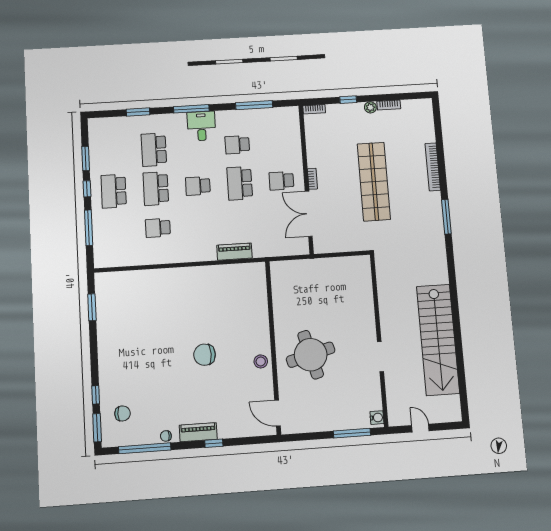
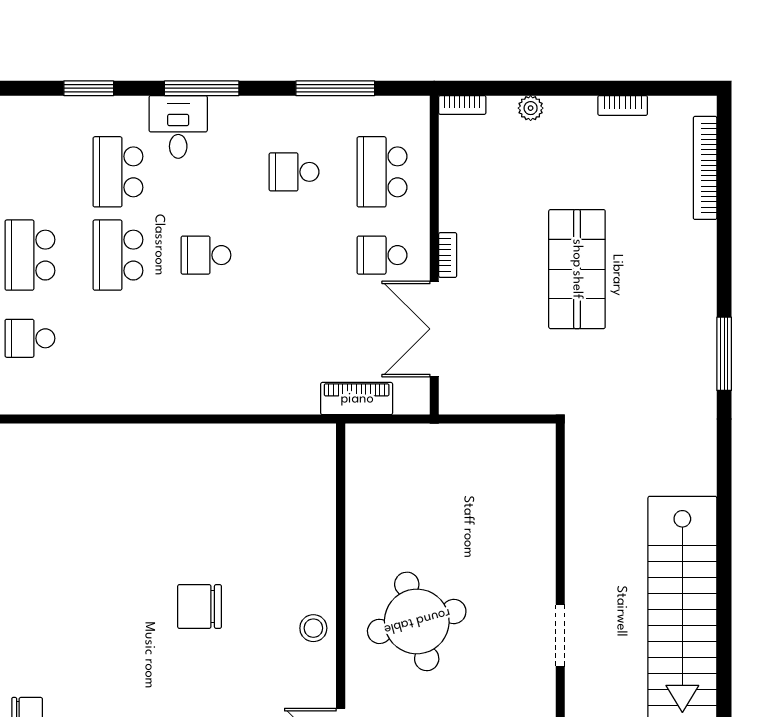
window: (348, 100) -> (537, 88), removed
plant: (370, 107) -> (531, 108), moved
desk: (201, 126) -> (178, 127), moved
bookcase: (433, 167) -> (705, 168), moved
shop shelf: (374, 182) -> (577, 269), width x0.71
school desk: (240, 183) -> (382, 172), moved
school desk: (158, 228) -> (30, 338), moved
piano: (234, 252) -> (357, 399), moved

